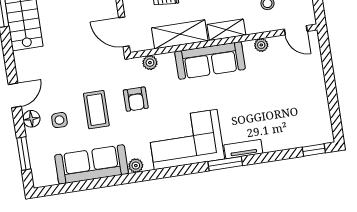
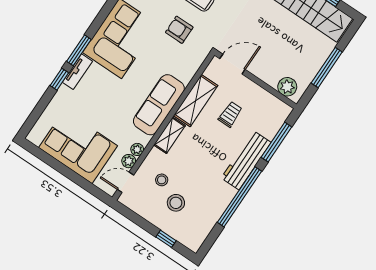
plant: (150, 63) -> (129, 161), moved
corner sofa: (302, 94) -> (78, 147), added
window: (314, 150) -> (59, 79), moved

